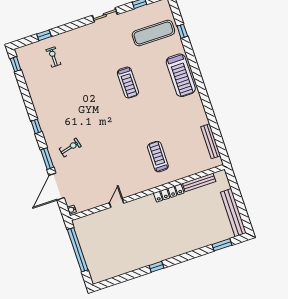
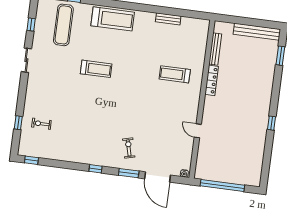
bench: (211, 141) -> (168, 19), moved, width x0.73

